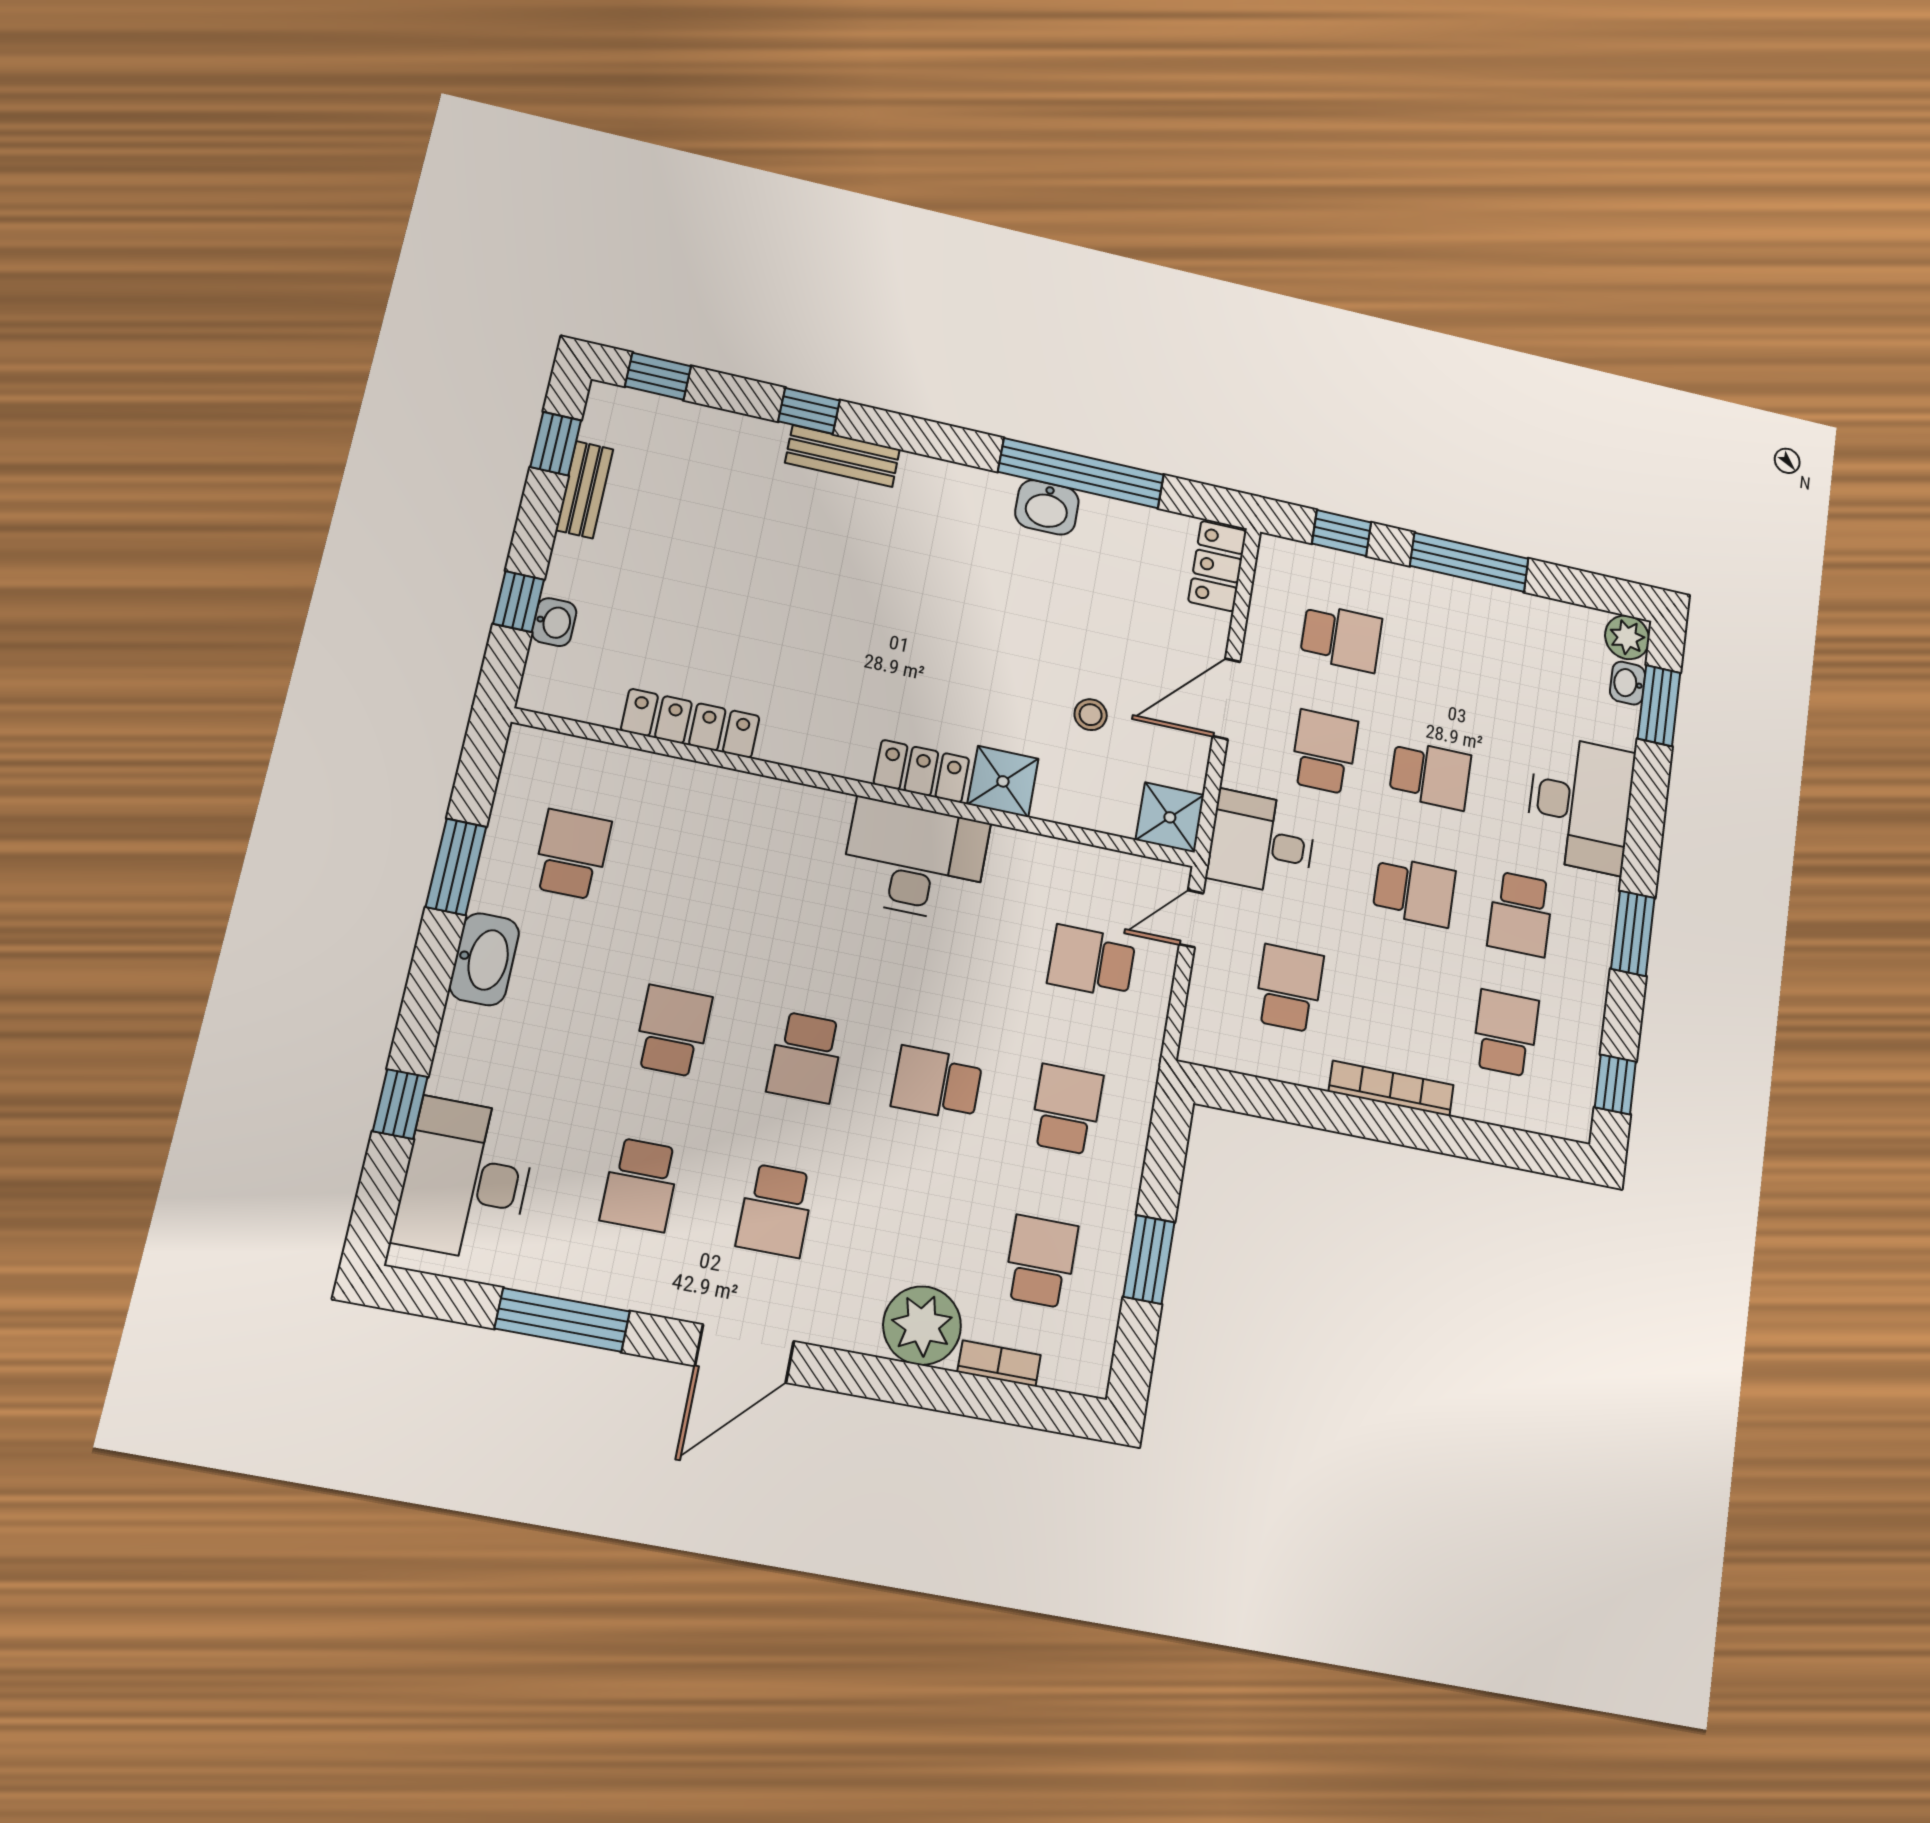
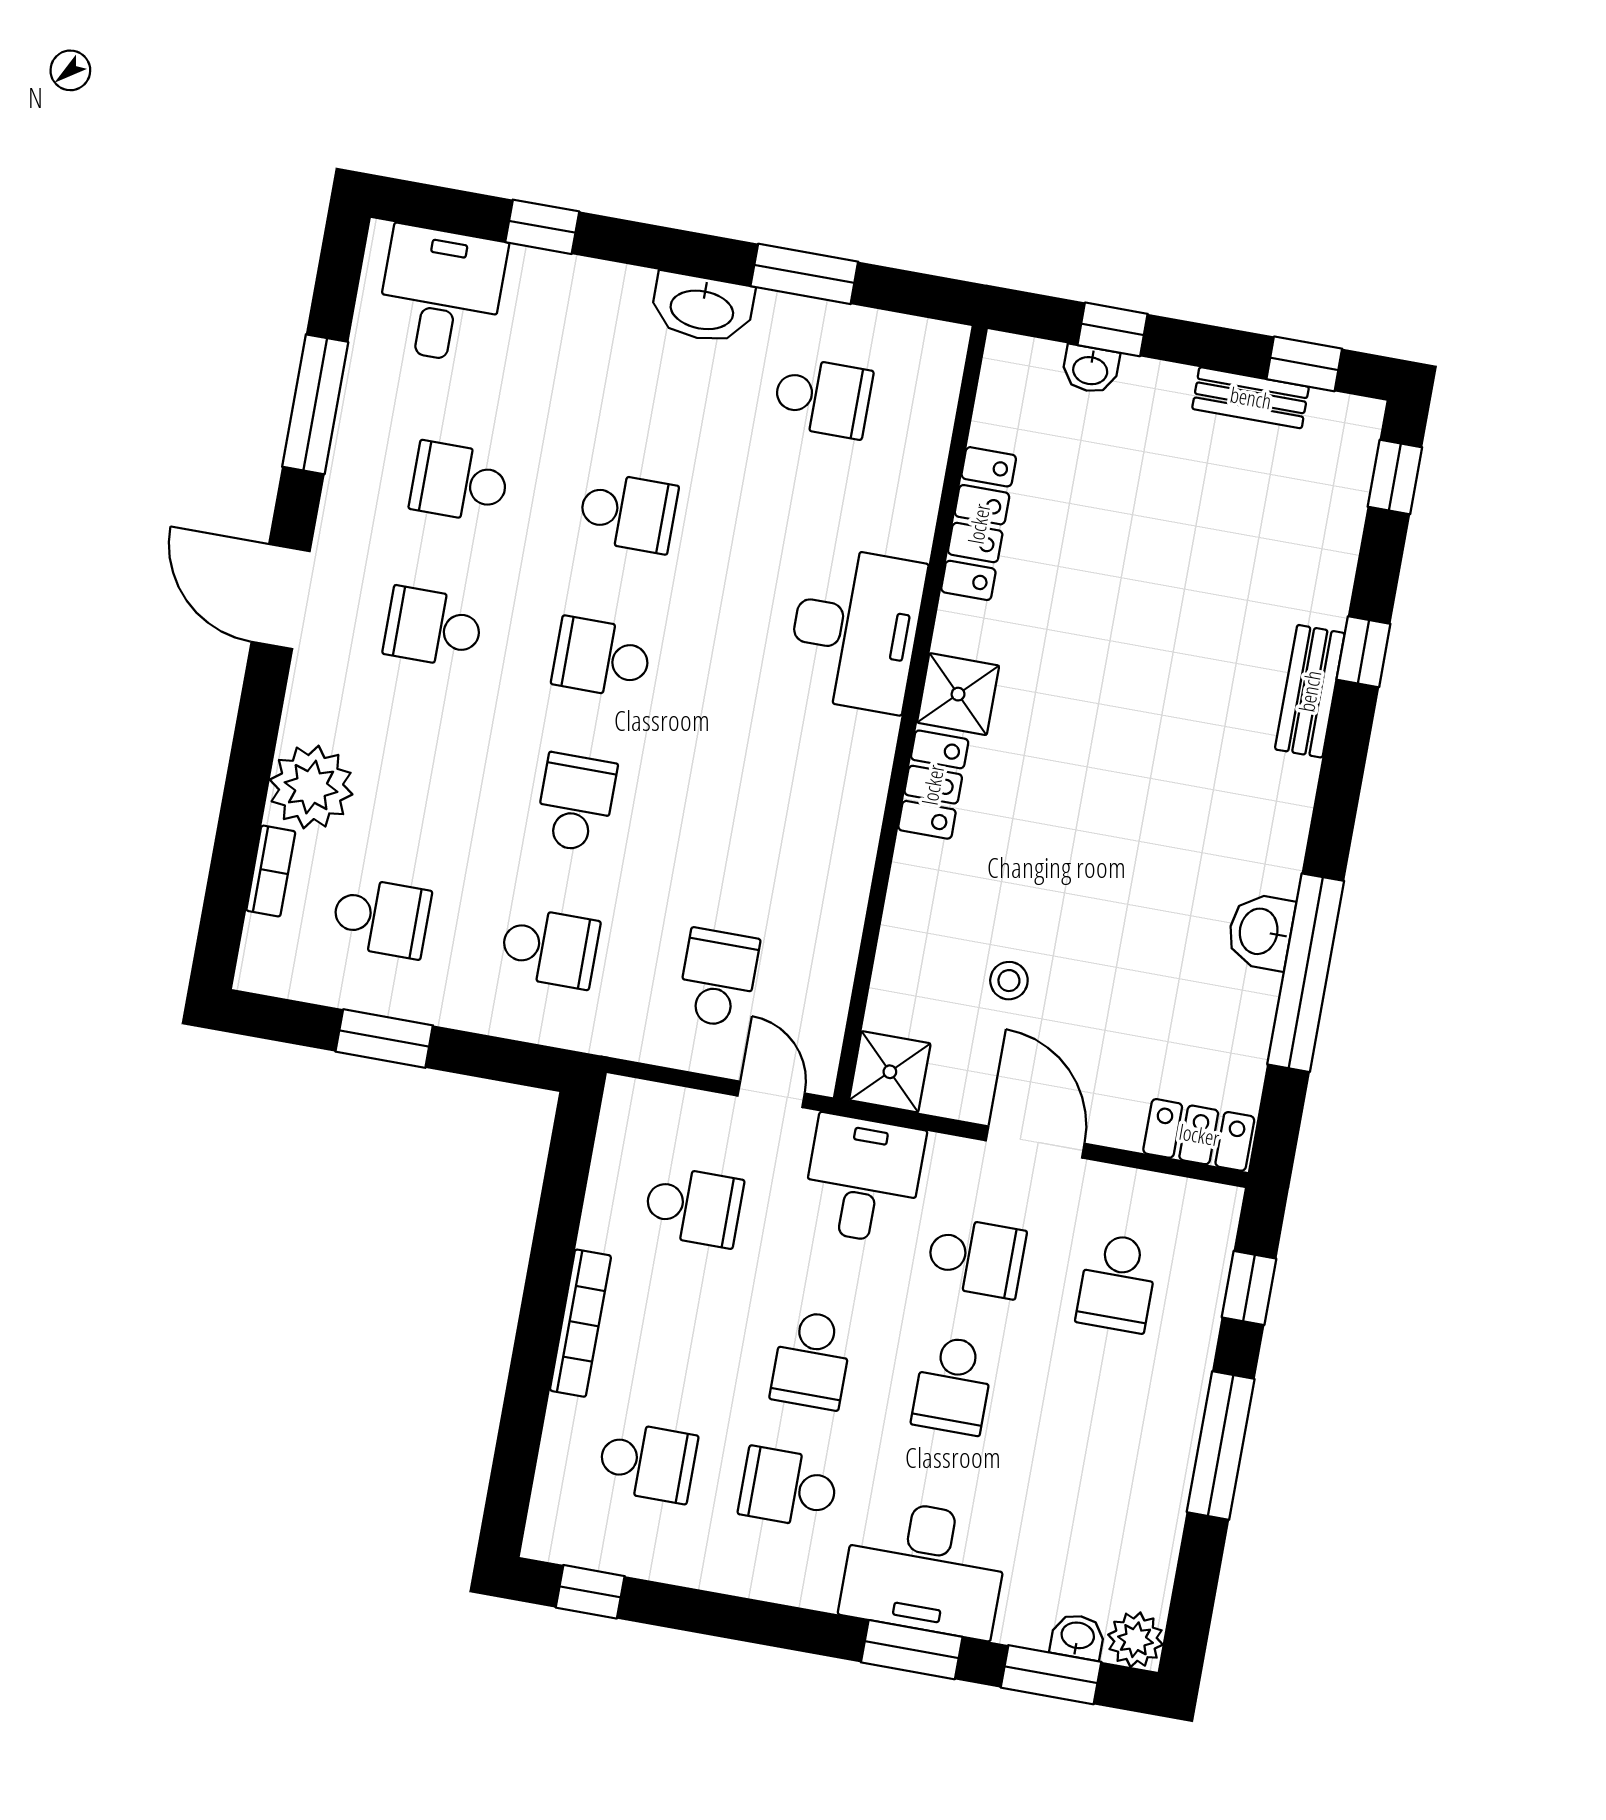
shower: (1003, 781) -> (958, 694), moved
desk: (915, 860) -> (856, 629), moved
window: (1633, 933) -> (912, 1650), moved
desk: (466, 1180) -> (441, 295), width x0.73

